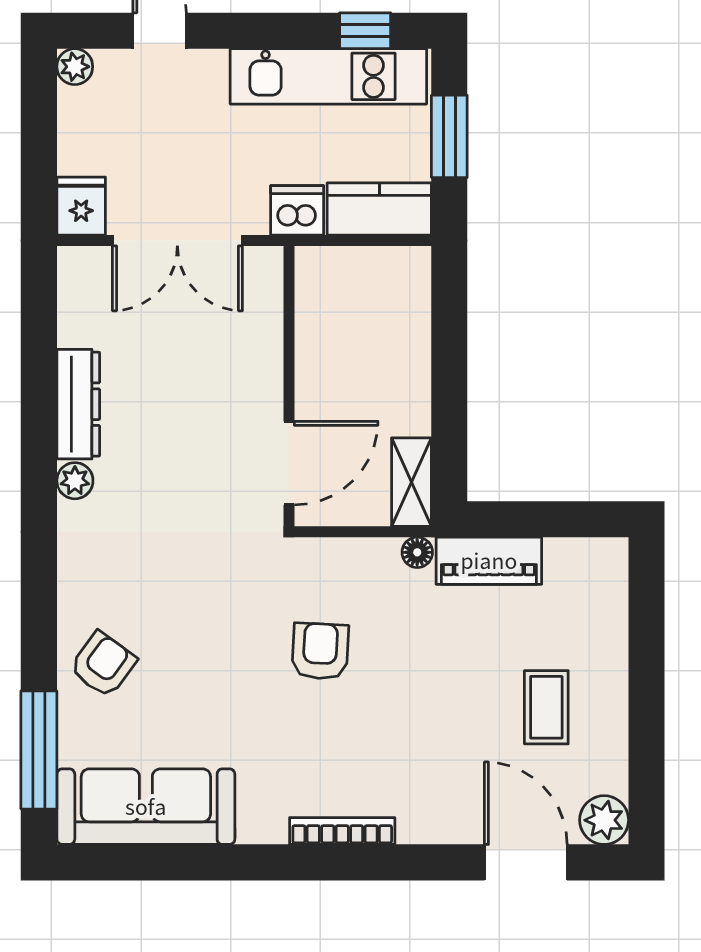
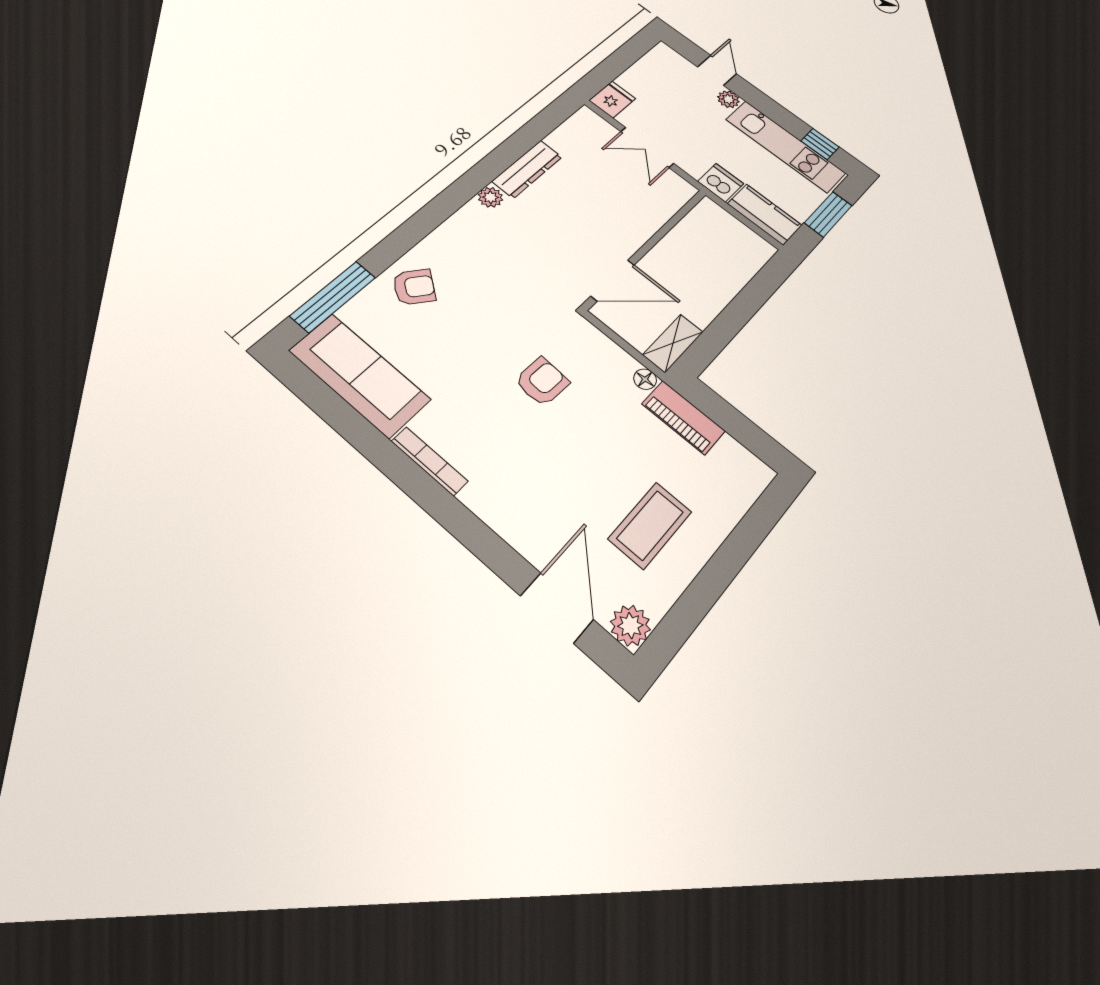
plant: (75, 67) -> (728, 99), moved
double door: (177, 240) -> (647, 147), width x0.73
coffee table: (546, 707) -> (650, 525), width x1.36, depth x1.30
bookcase: (342, 831) -> (430, 461), moved

